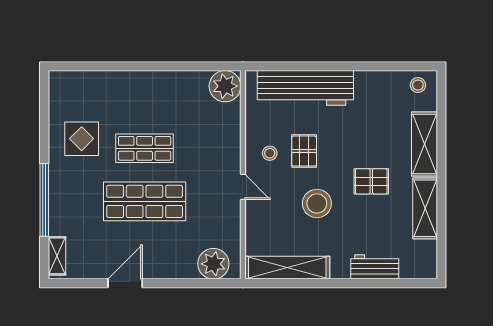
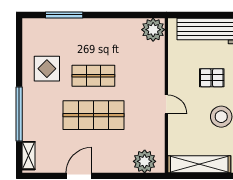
window: (105, 66) -> (64, 15), added
pallet: (304, 151) -> (212, 78), turned 90
stool: (270, 153) -> (186, 79), removed

